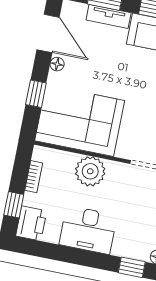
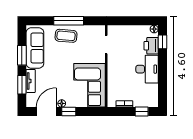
window: (36, 94) -> (69, 112), moved
plant: (90, 171) -> (116, 74), removed
printer: (31, 223) -> (151, 46), moved, turned -90

